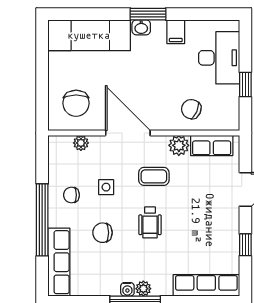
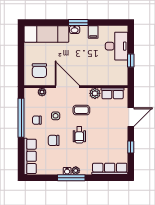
chair: (191, 109) -> (102, 74), removed
window: (42, 220) -> (21, 118), moved

